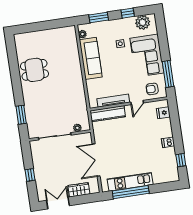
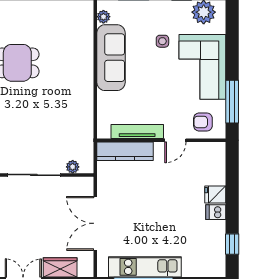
fridge: (163, 113) -> (215, 195), moved

